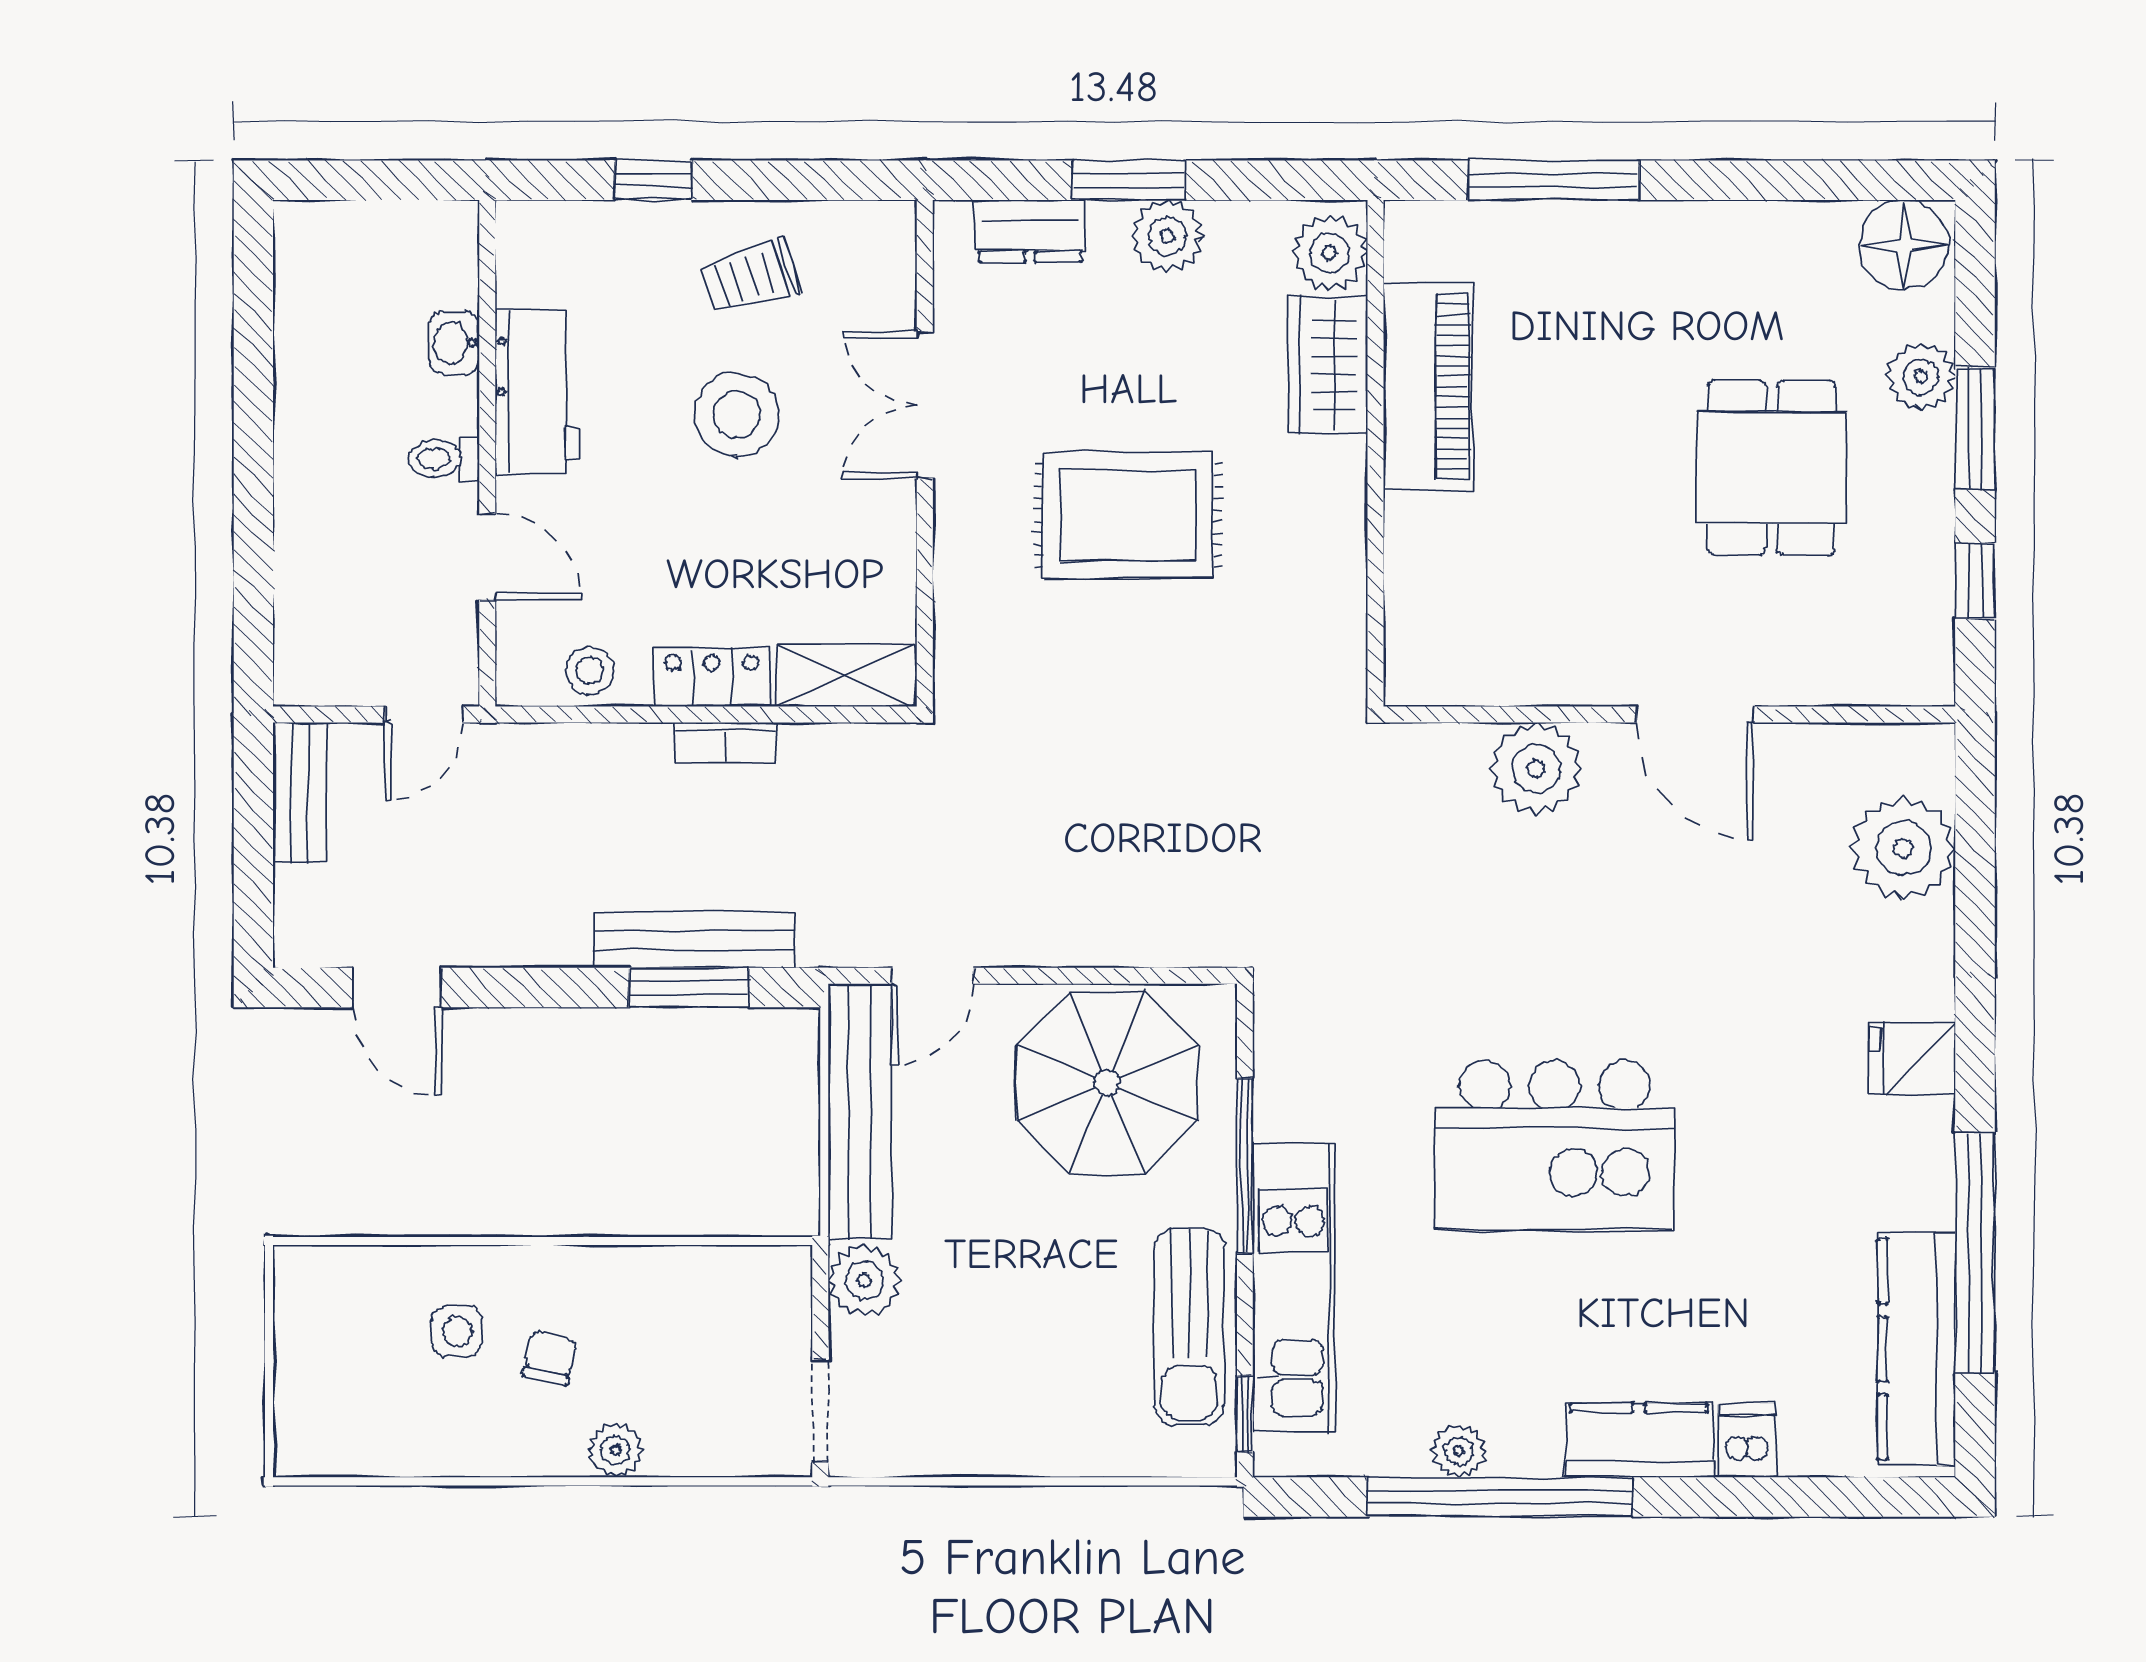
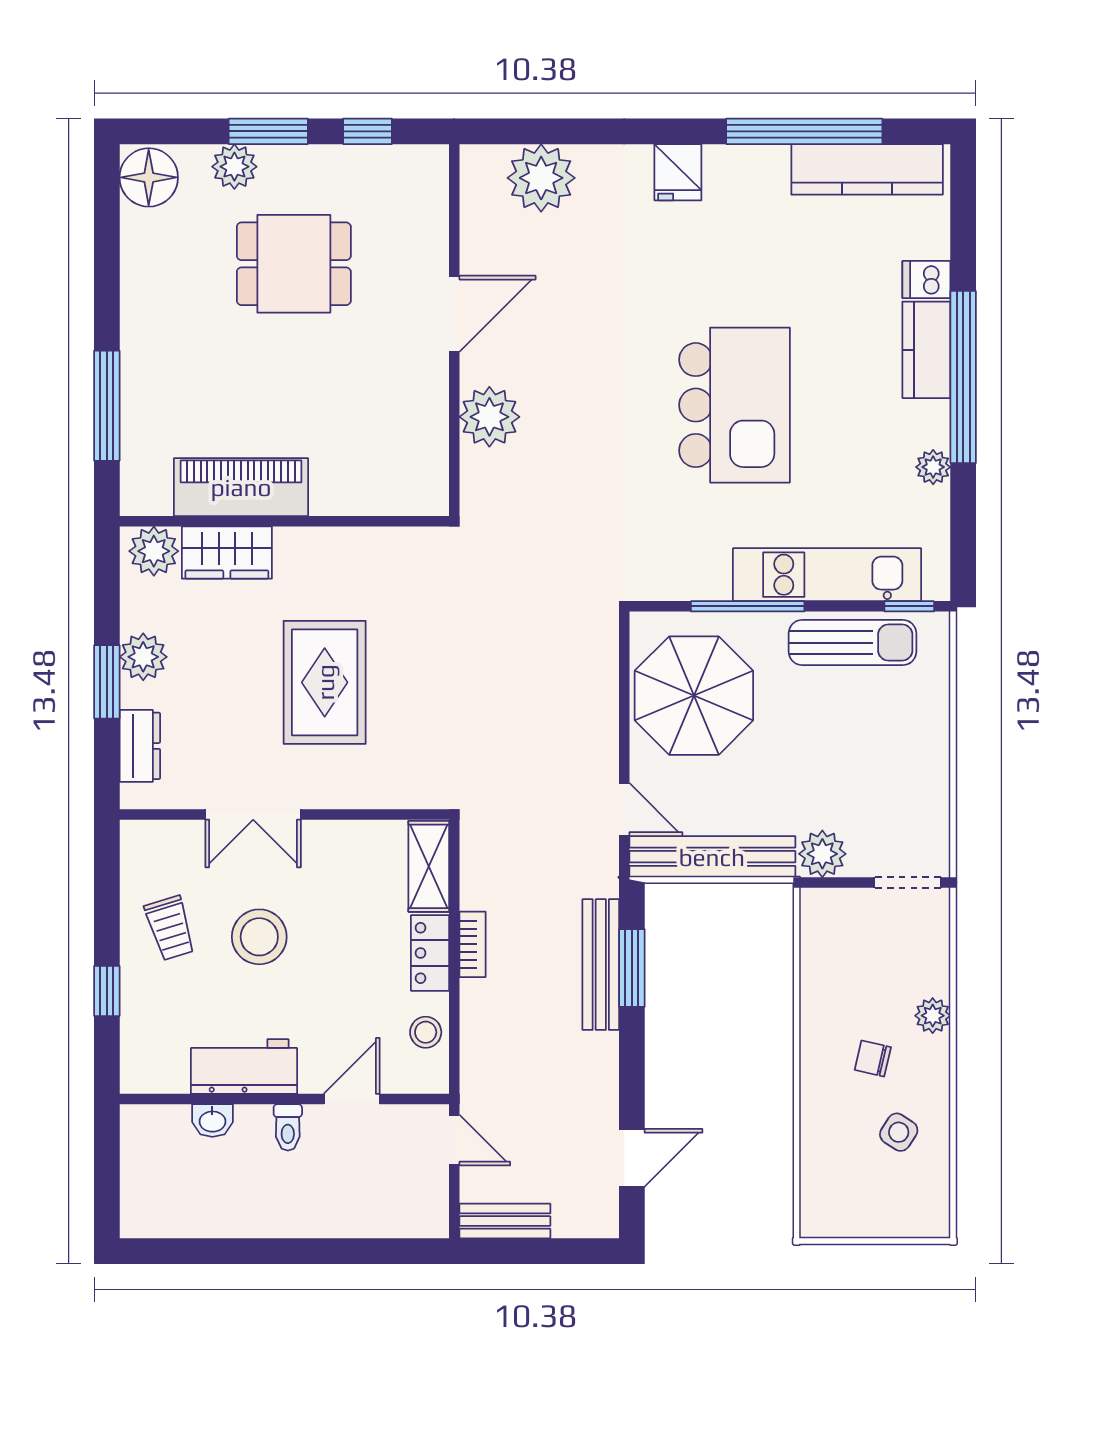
side table: (457, 1331) -> (899, 1132), moved, turned 33
window: (1499, 1497) -> (963, 377), moved

